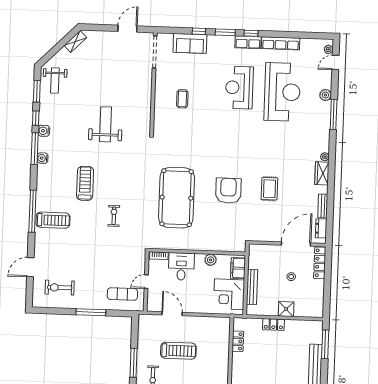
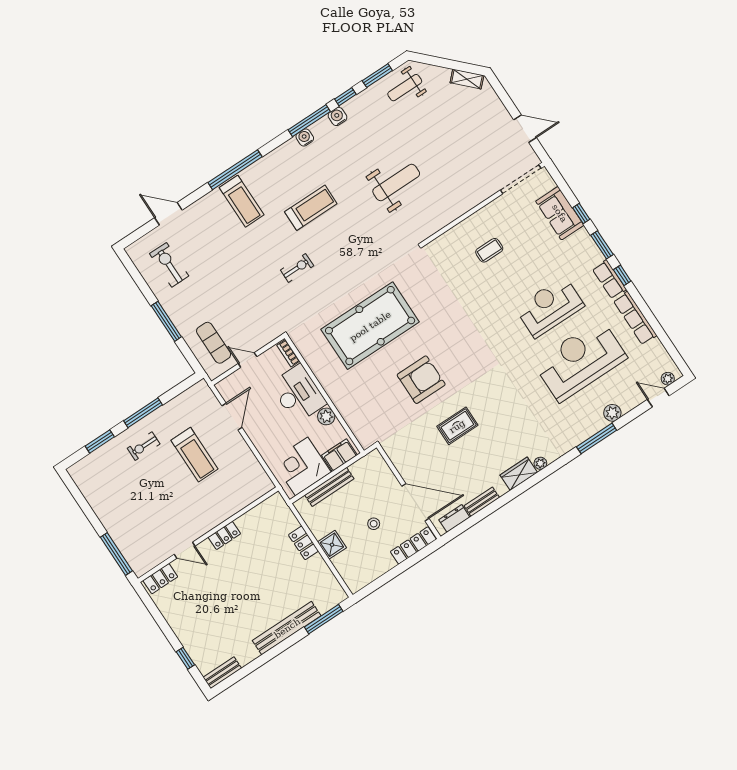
reception desk: (282, 92) -> (580, 360), turned 180
desk: (181, 266) -> (298, 394), width x1.37
locker: (238, 341) -> (224, 535), moved

